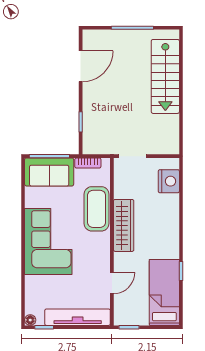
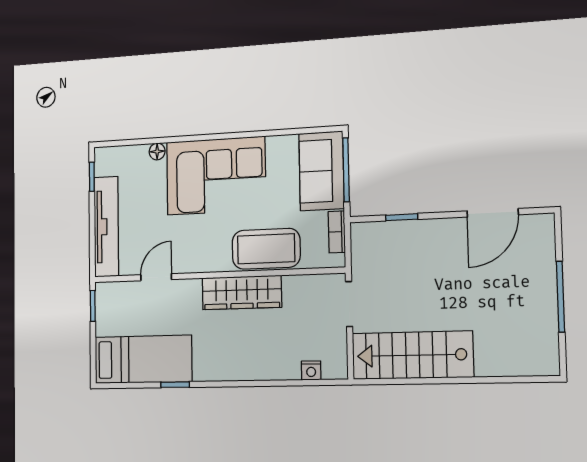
door: (81, 66) -> (493, 213), hinge flipped
stairs: (165, 76) -> (412, 355), moved
nightstand: (169, 181) -> (311, 370), width x0.53, depth x0.56
door: (112, 283) -> (156, 277), swing flipped
floor lamp: (30, 320) -> (157, 151), moved

